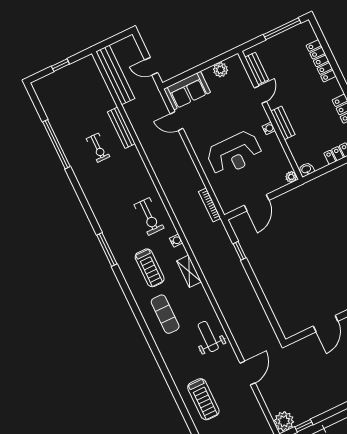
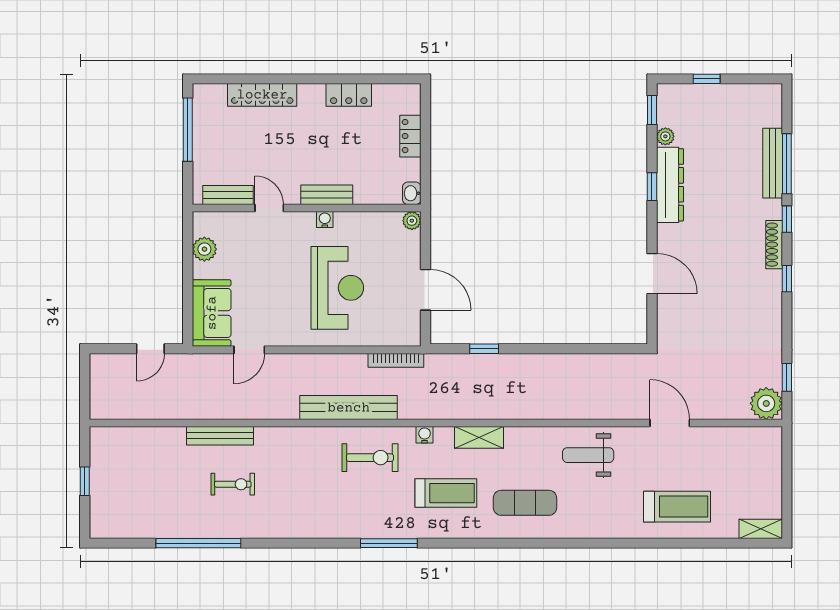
bench: (115, 75) -> (349, 408), moved

